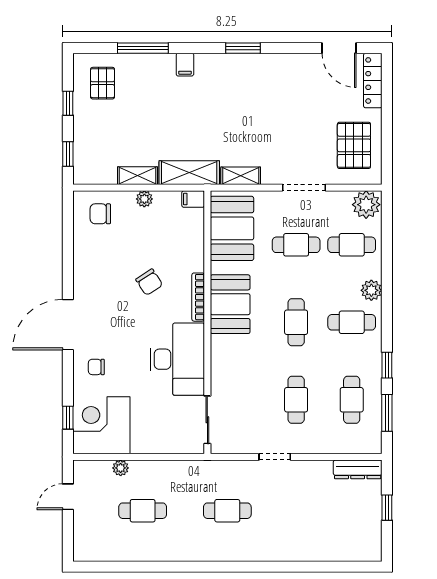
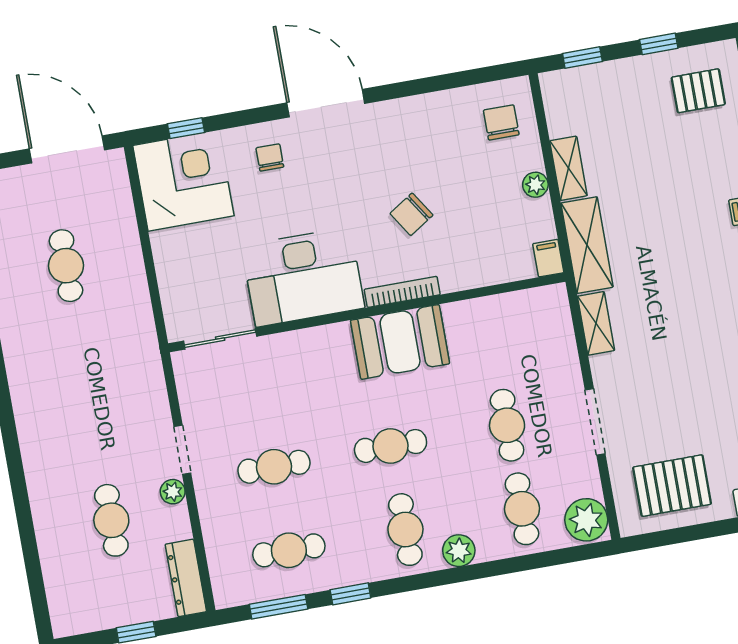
booth: (232, 228) -> (515, 324), removed
plant: (121, 468) -> (173, 492), moved
door: (68, 497) -> (67, 149), width x1.88
cafe table: (227, 511) -> (111, 520), moved

